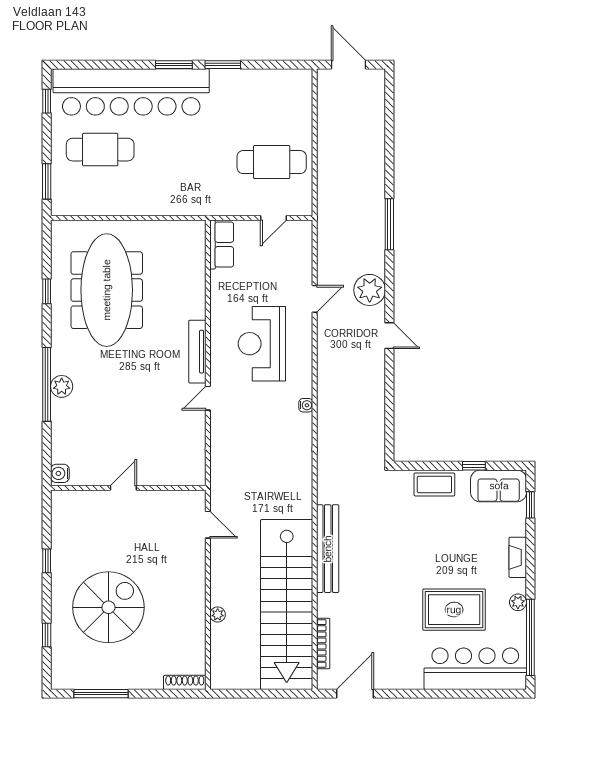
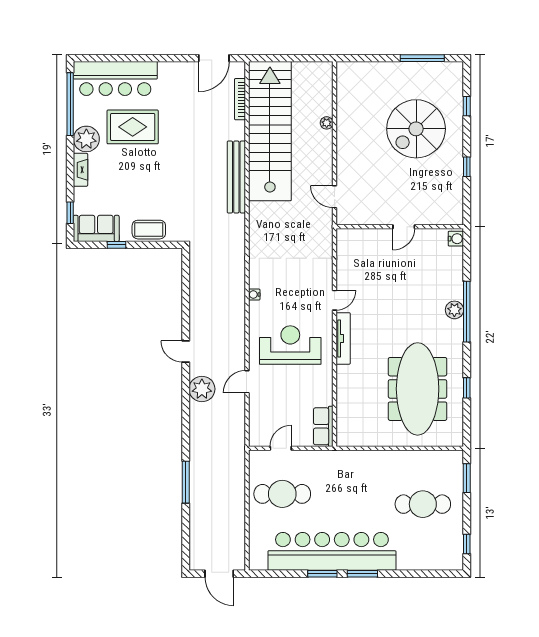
bar counter: (131, 92) -> (332, 551), moved
window: (389, 224) -> (186, 482), moved
reception desk: (262, 344) -> (290, 345), turned -90
plant: (518, 602) -> (86, 139), width x1.88, depth x1.88
shoe rack: (185, 682) -> (353, 67), removed

